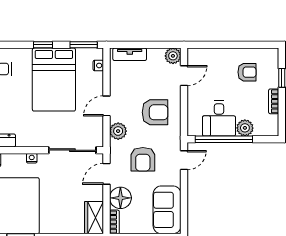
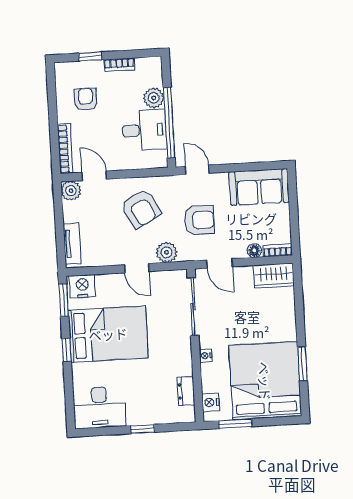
bookcase: (208, 53) -> (65, 149), added
nightstand: (98, 65) -> (82, 286), width x1.89, depth x1.79
armchair: (155, 112) -> (141, 209), turned 152
floor lamp: (120, 198) -> (254, 251), width x0.53, depth x0.53

